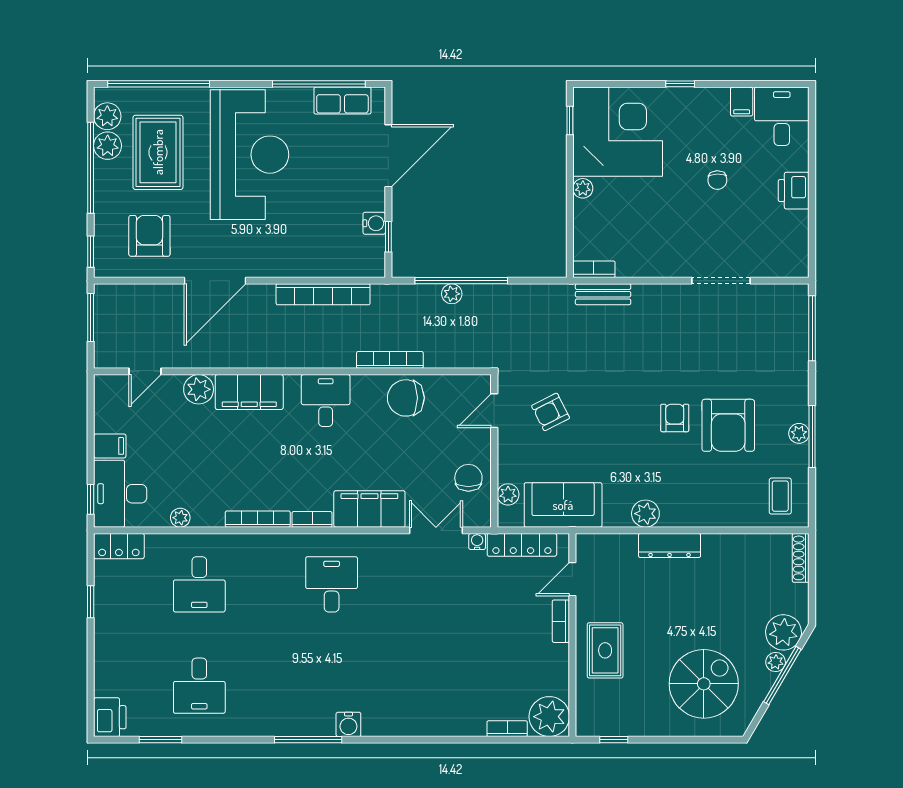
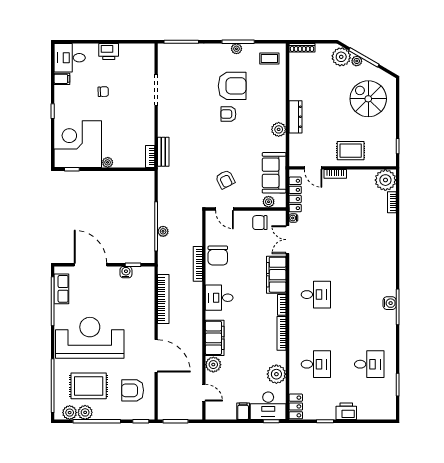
plant: (180, 518) -> (276, 374), width x1.87, depth x1.87
desk: (332, 584) -> (316, 295), turned 180
printer: (110, 717) -> (346, 411), moved
water cooler: (348, 724) -> (390, 303), moved

